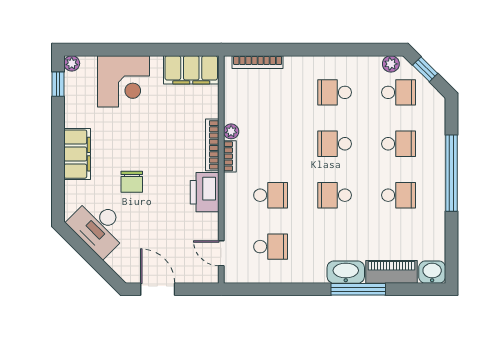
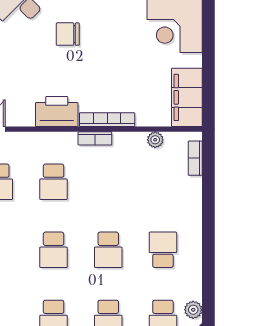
bookcase: (258, 62) -> (195, 158), width x0.64
plant: (231, 131) -> (155, 140), moved
school desk: (335, 144) -> (108, 250), turned 180
school desk: (335, 195) -> (54, 250), turned 180

